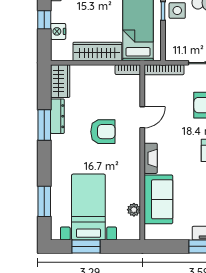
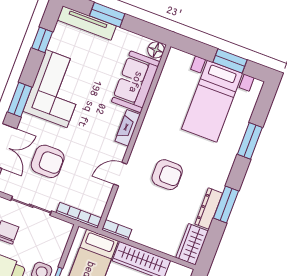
armchair: (103, 132) -> (167, 175), turned 180
window: (44, 201) -> (250, 141), moved
plant: (134, 210) -> (166, 81), removed
floor lamp: (152, 232) -> (156, 50), added

